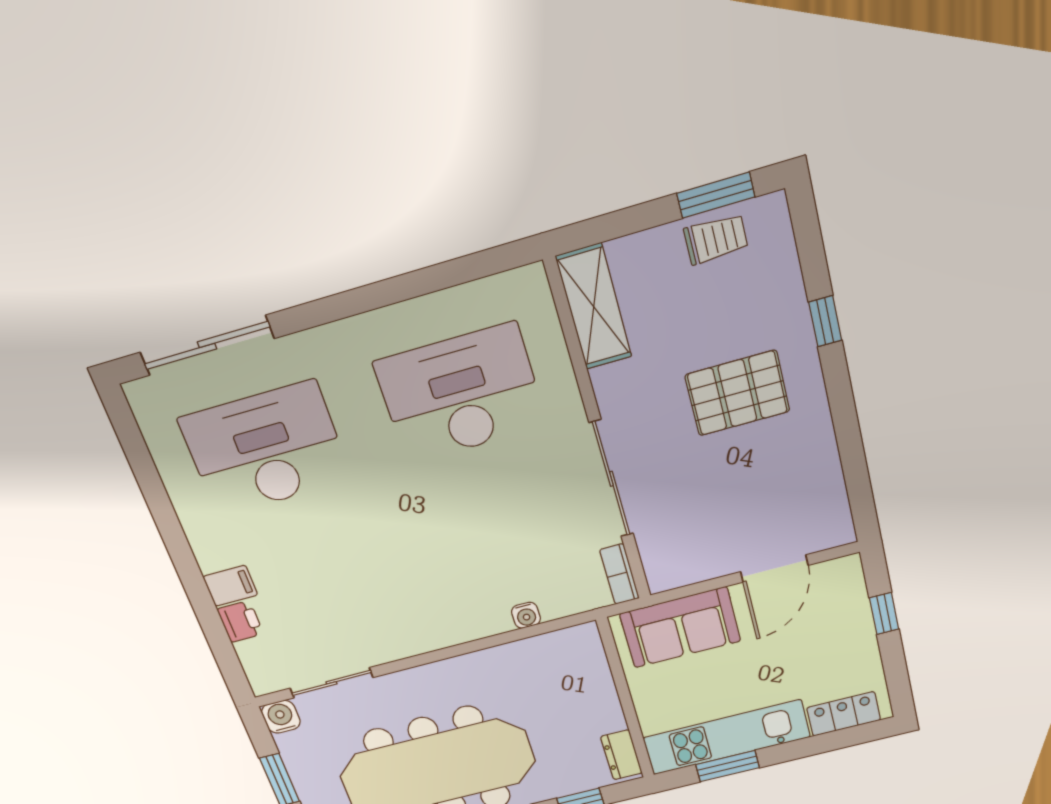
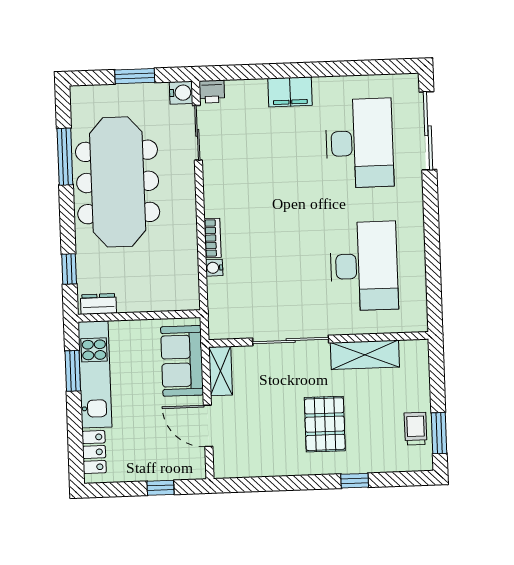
trolley: (716, 239) -> (416, 429), turned 180
shelving: (594, 307) -> (365, 355), moved
shelving: (684, 570) -> (221, 371), added
bookcase: (619, 574) -> (213, 238), moved, turned 90
filing cabinet: (230, 586) -> (290, 92), width x2.00
printer: (240, 621) -> (212, 92), moved

